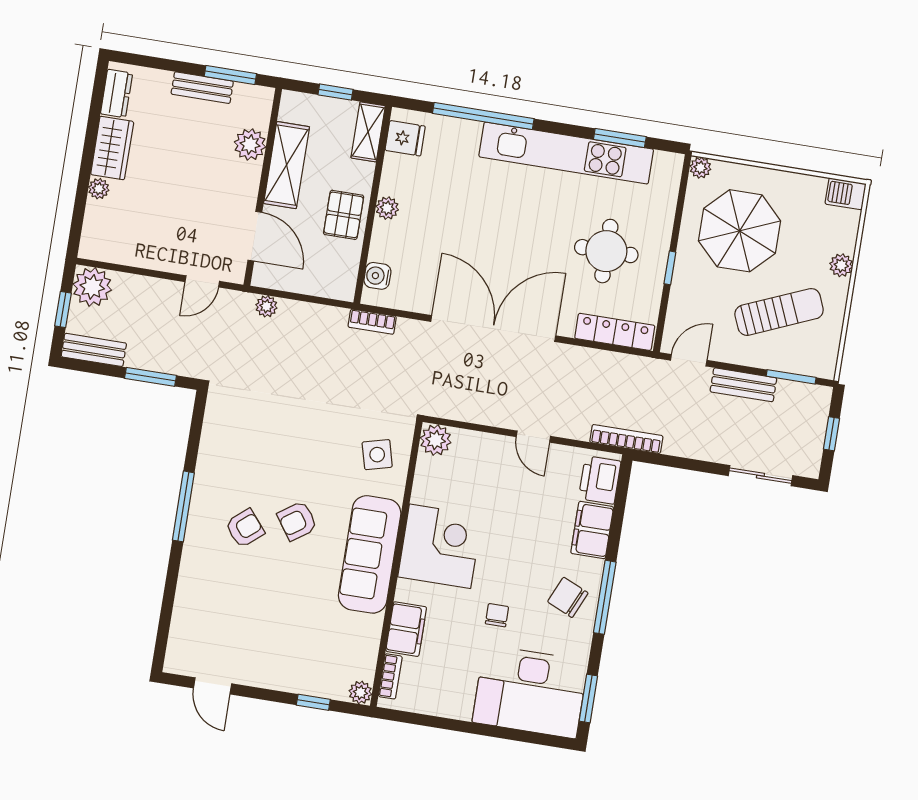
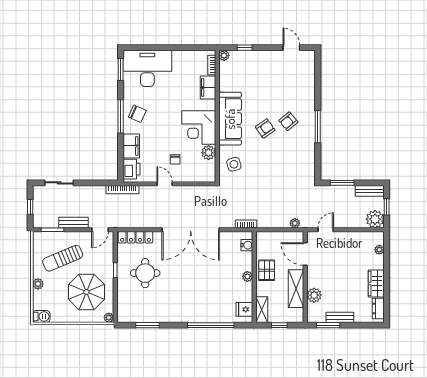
kitchen unit: (566, 153) -> (171, 314), removed
plant: (99, 189) -> (379, 250), moved
plant: (436, 440) -> (209, 153), moved
chair: (497, 615) -> (175, 159), moved

